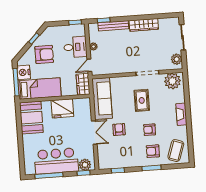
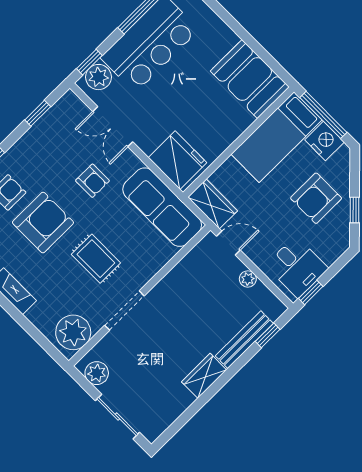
wardrobe: (144, 25) -> (204, 376), width x0.67
desk: (75, 47) -> (297, 267), moved, turned -90
door: (89, 65) -> (228, 243), hinge flipped
fridge: (62, 108) -> (178, 160), moved, turned 90
armchair: (150, 130) -> (43, 223), width x1.88, depth x1.88
double door: (94, 133) -> (113, 127), moved

